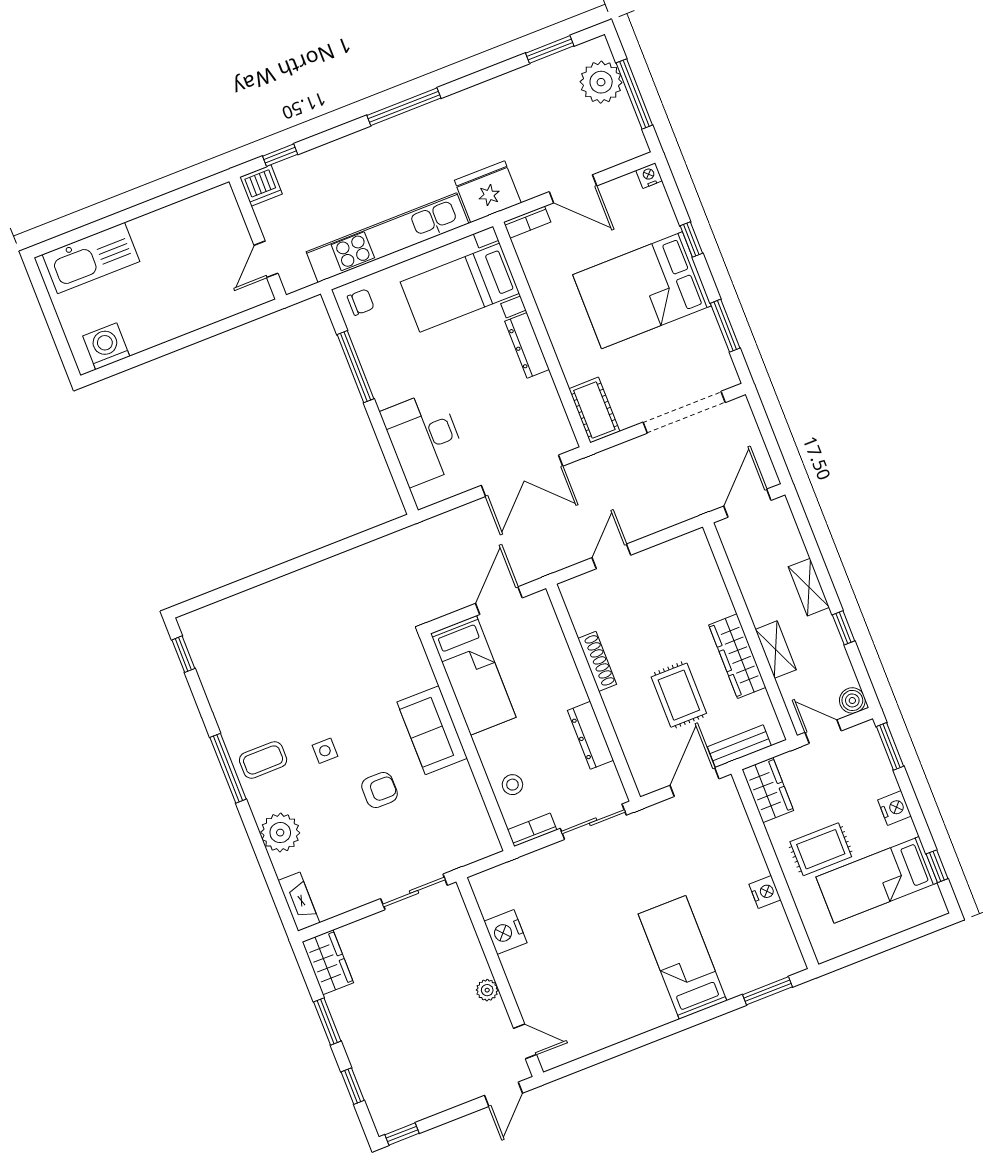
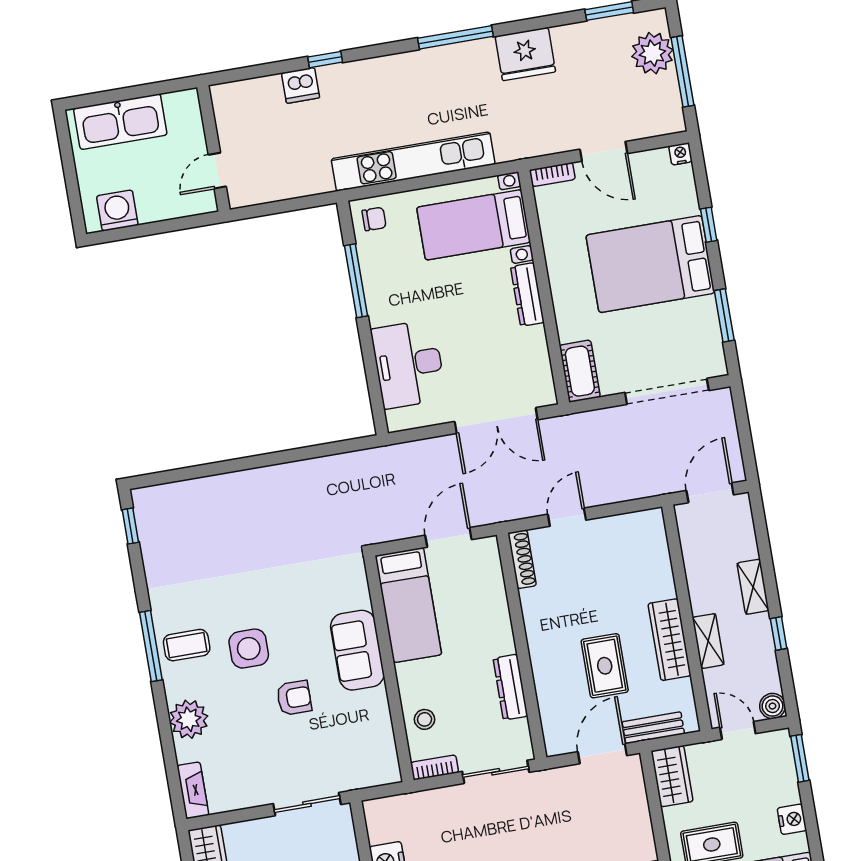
fridge: (488, 192) -> (525, 54), moved, turned 180
wall: (258, 238) -> (213, 148), moved
door: (266, 259) -> (217, 171), moved
shoe rack: (597, 661) -> (522, 559), moved
side table: (325, 751) -> (249, 649), width x1.87, depth x1.87

